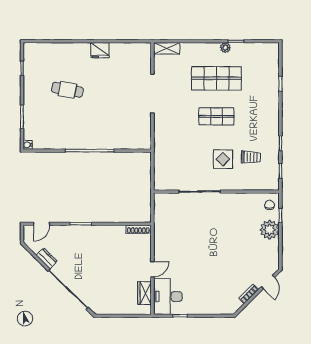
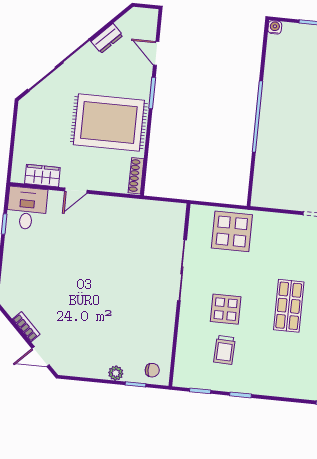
display table: (170, 160) -> (232, 231), added
door: (42, 224) -> (156, 53), moved
plant: (270, 230) -> (116, 373), width x0.53, depth x0.53
rug: (104, 251) -> (109, 122), added
door: (152, 269) -> (76, 191), hinge flipped
desk: (168, 297) -> (27, 208), width x0.73

